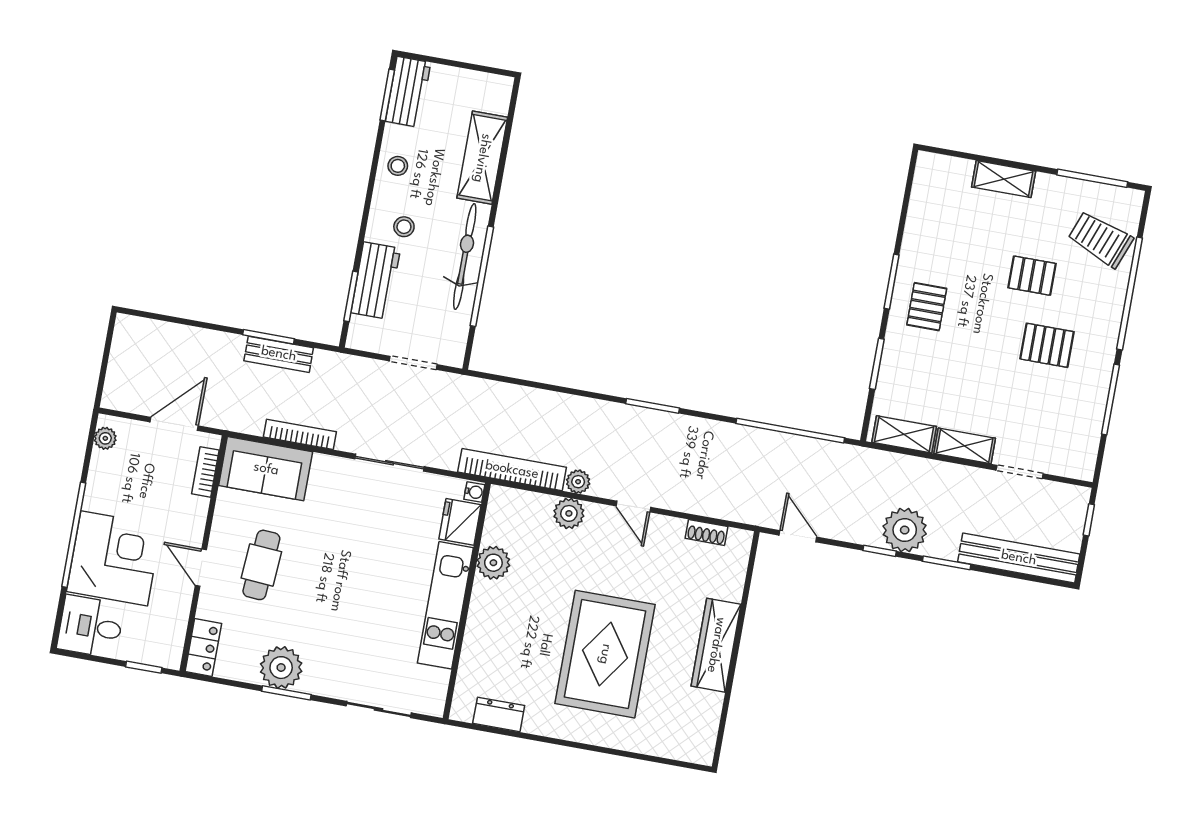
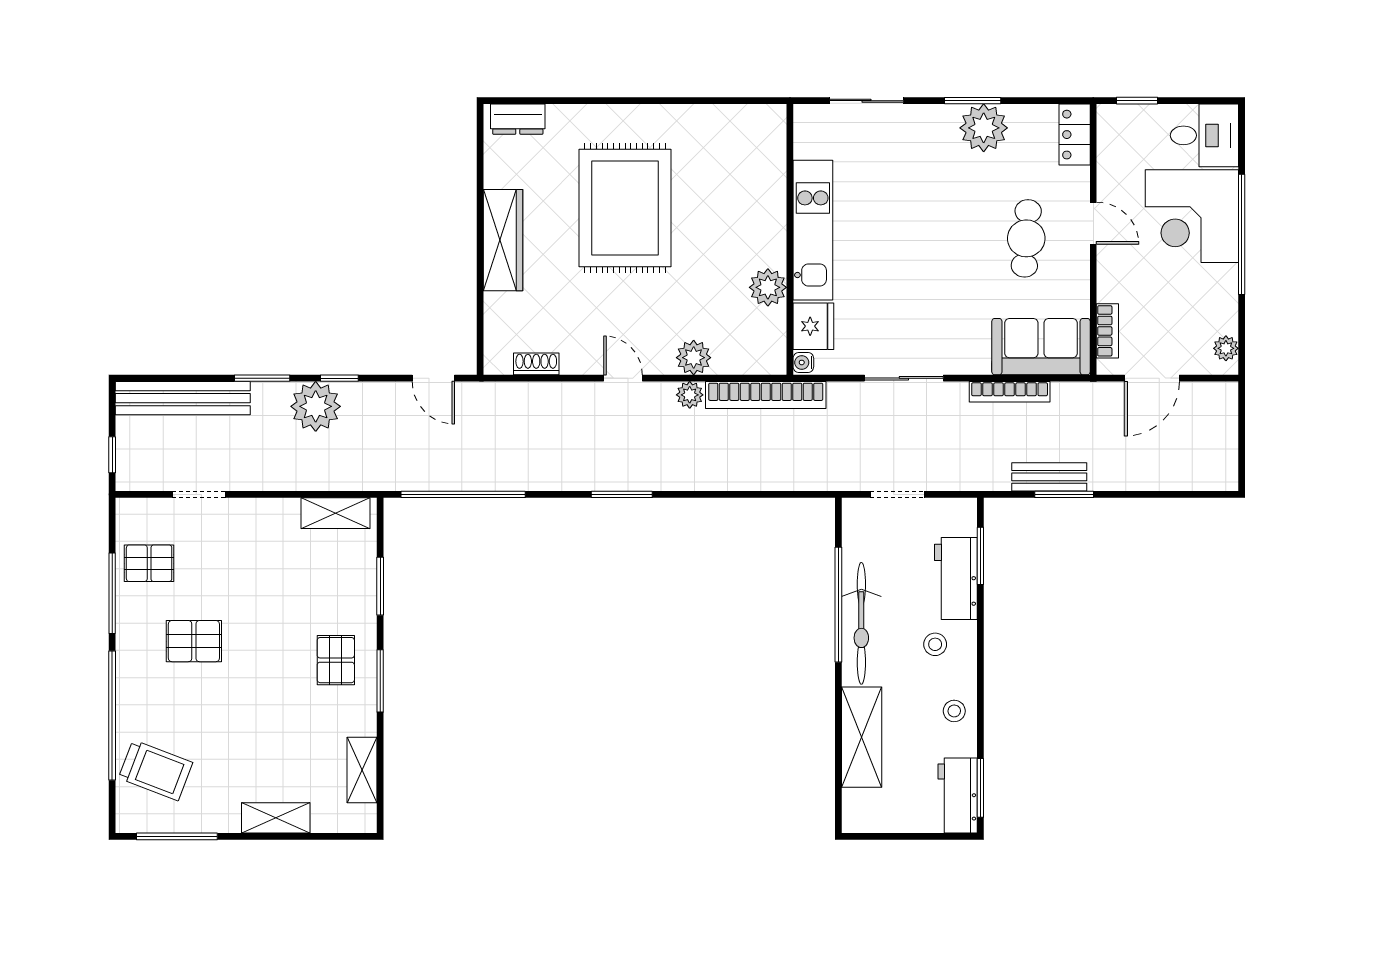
pallet: (1032, 276) -> (149, 563), moved
shelving: (965, 446) -> (362, 770), moved, turned 90
dresser: (499, 714) -> (518, 119), moved

